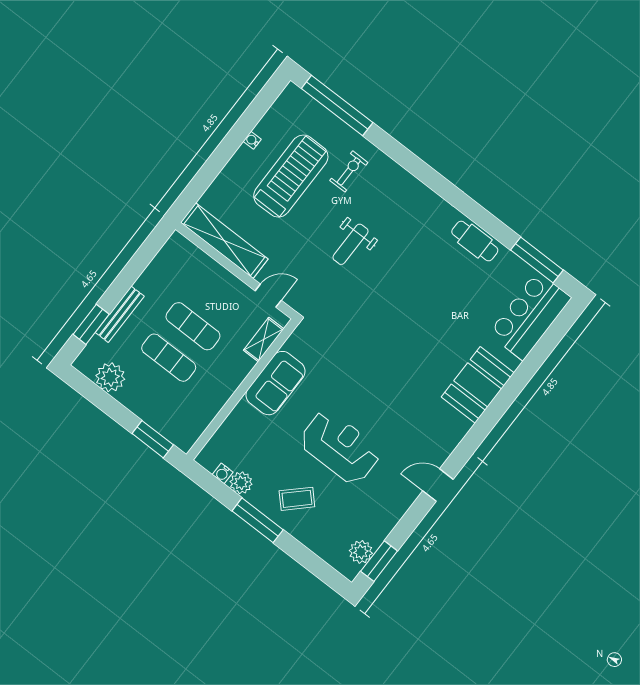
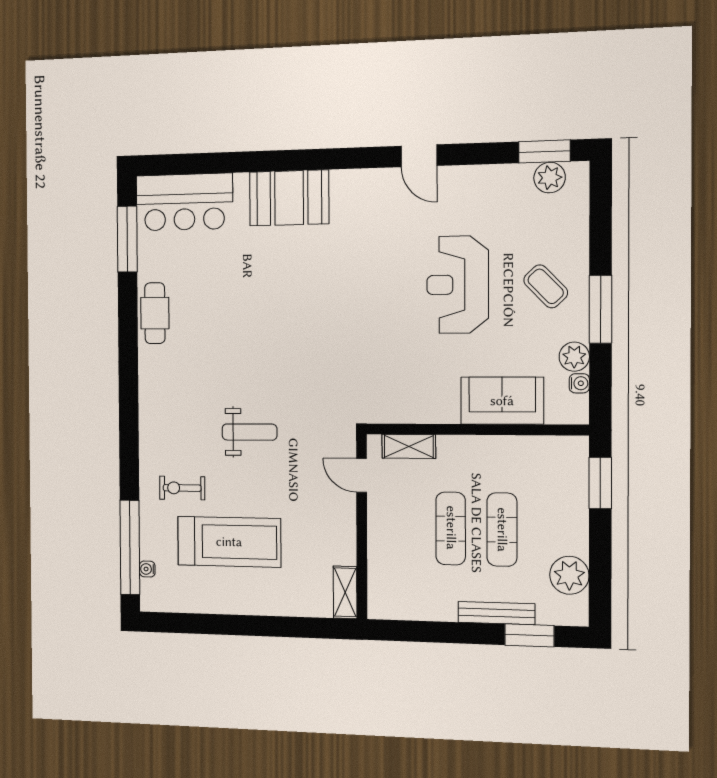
water cooler: (252, 140) -> (147, 569), moved, turned 90
treadmill: (291, 176) -> (229, 542), turned 180
shelving: (224, 241) -> (345, 592), width x0.45, depth x0.75
sofa: (276, 383) -> (502, 401), moved

